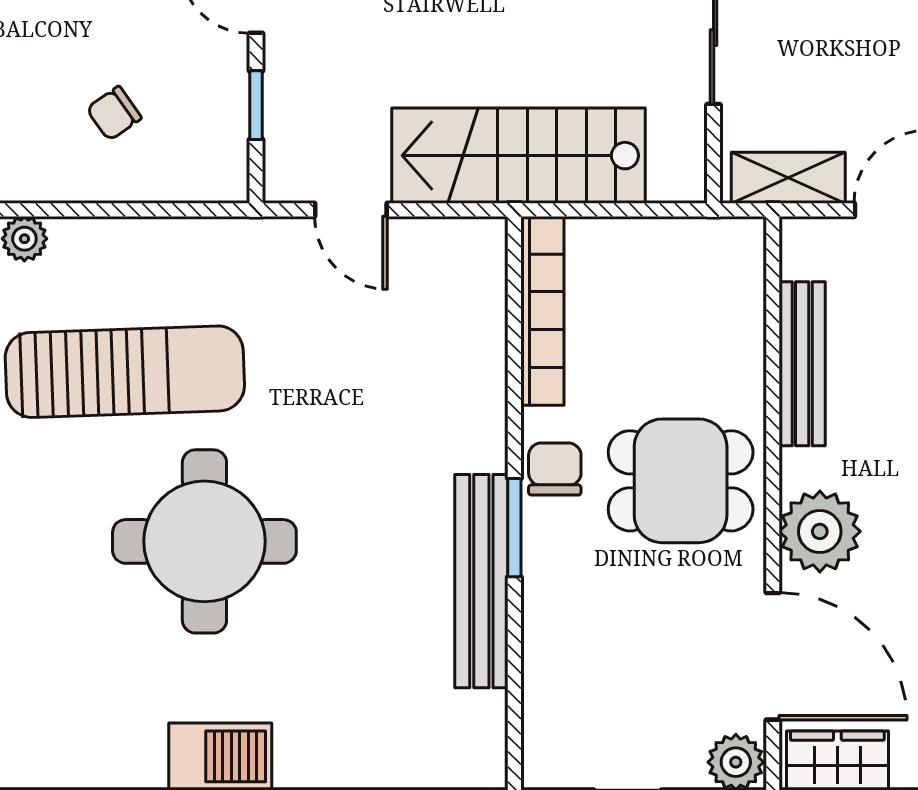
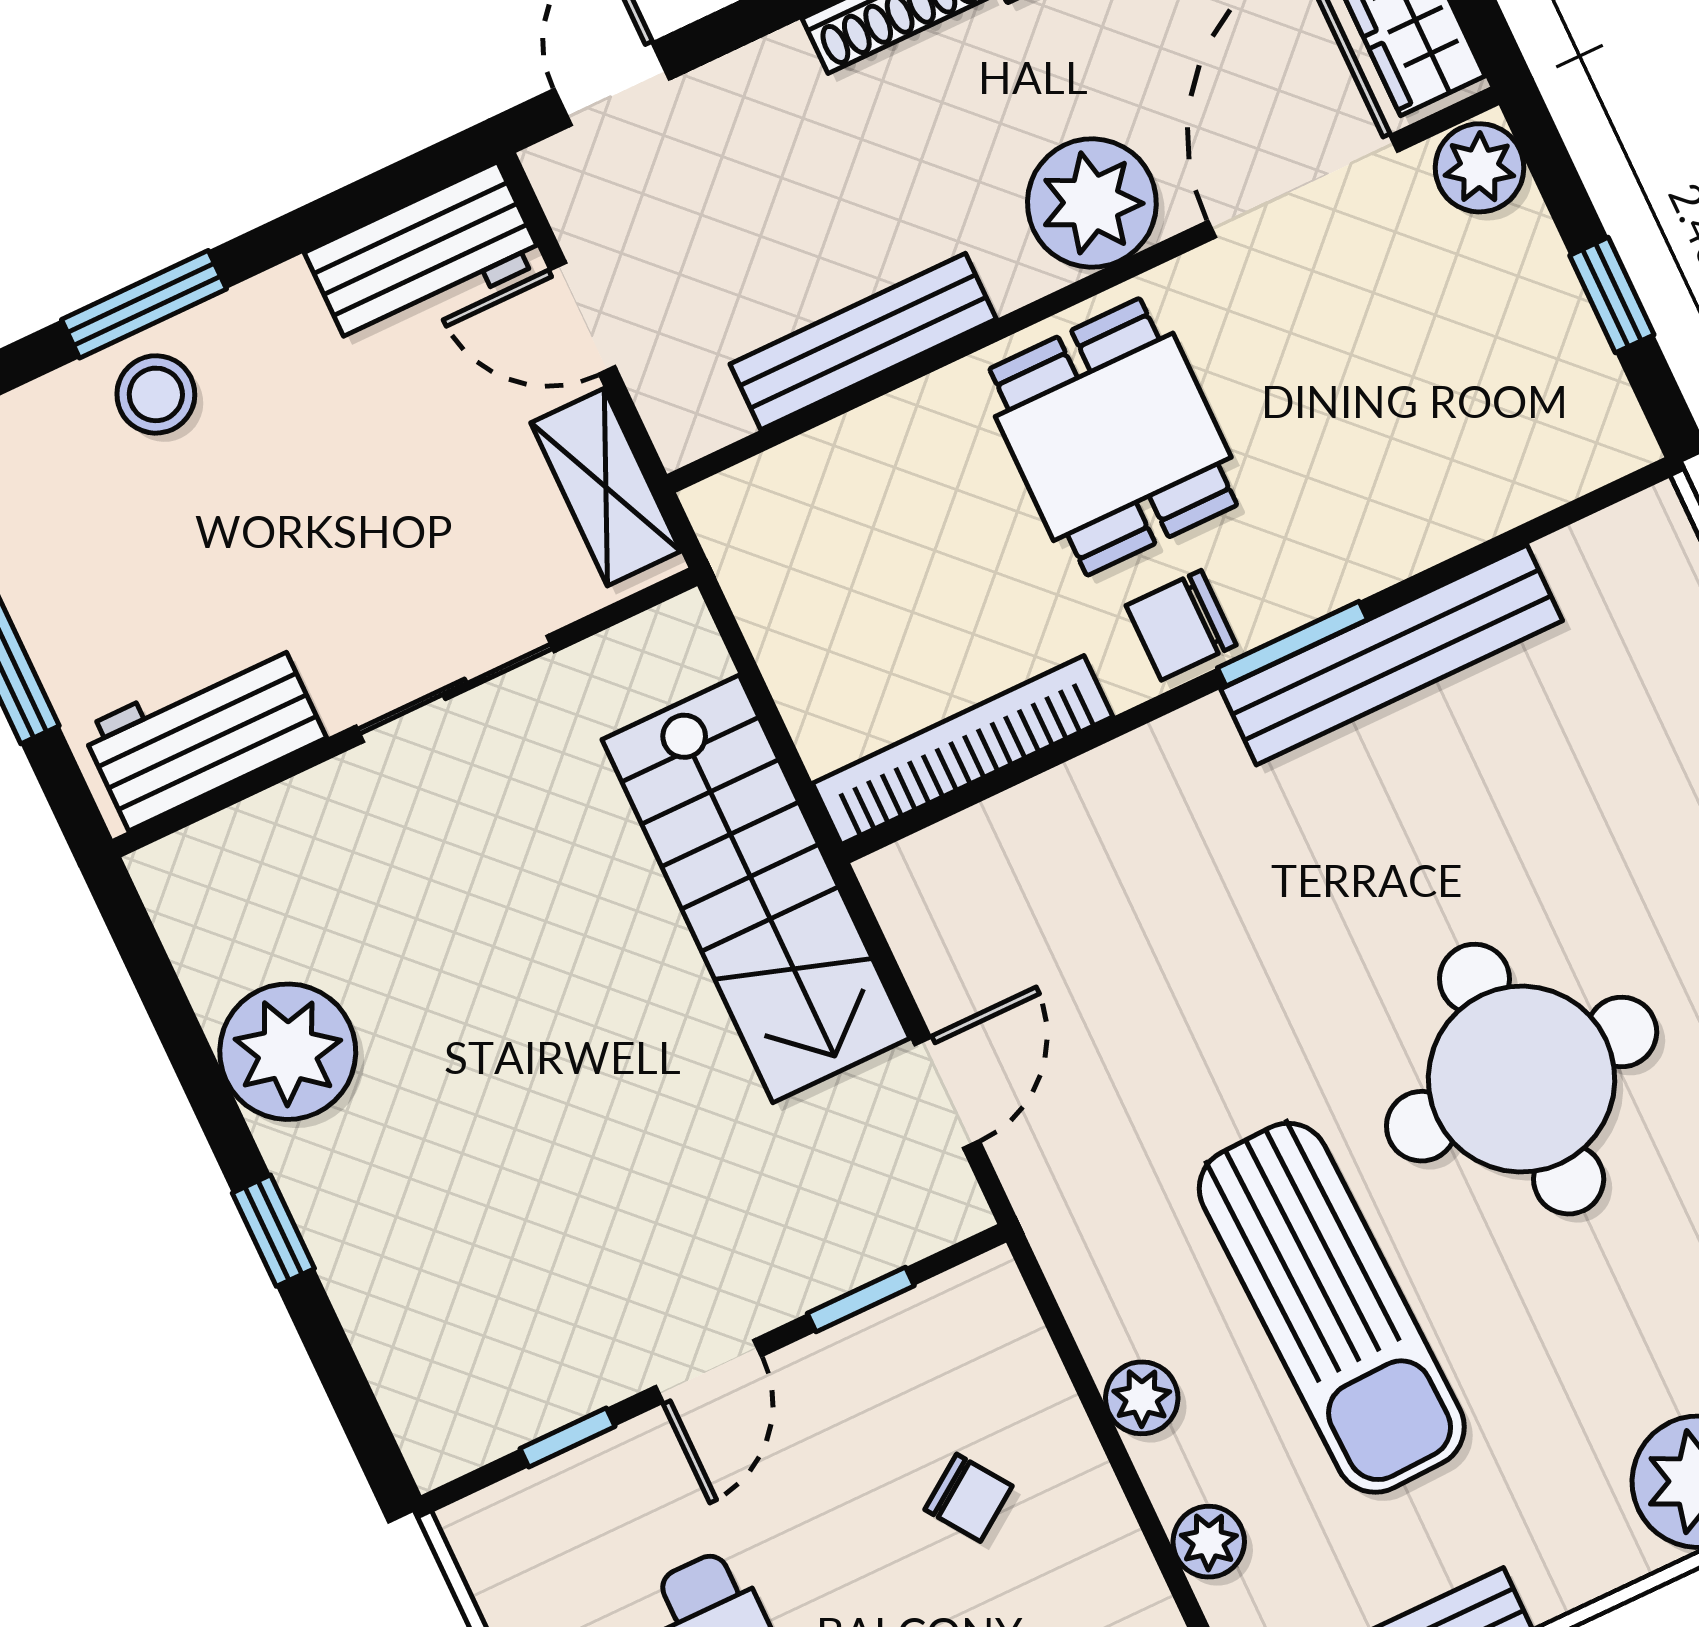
plant: (124, 239) -> (1142, 1398), added
sun lounger: (125, 372) -> (1332, 1308), turned 180

